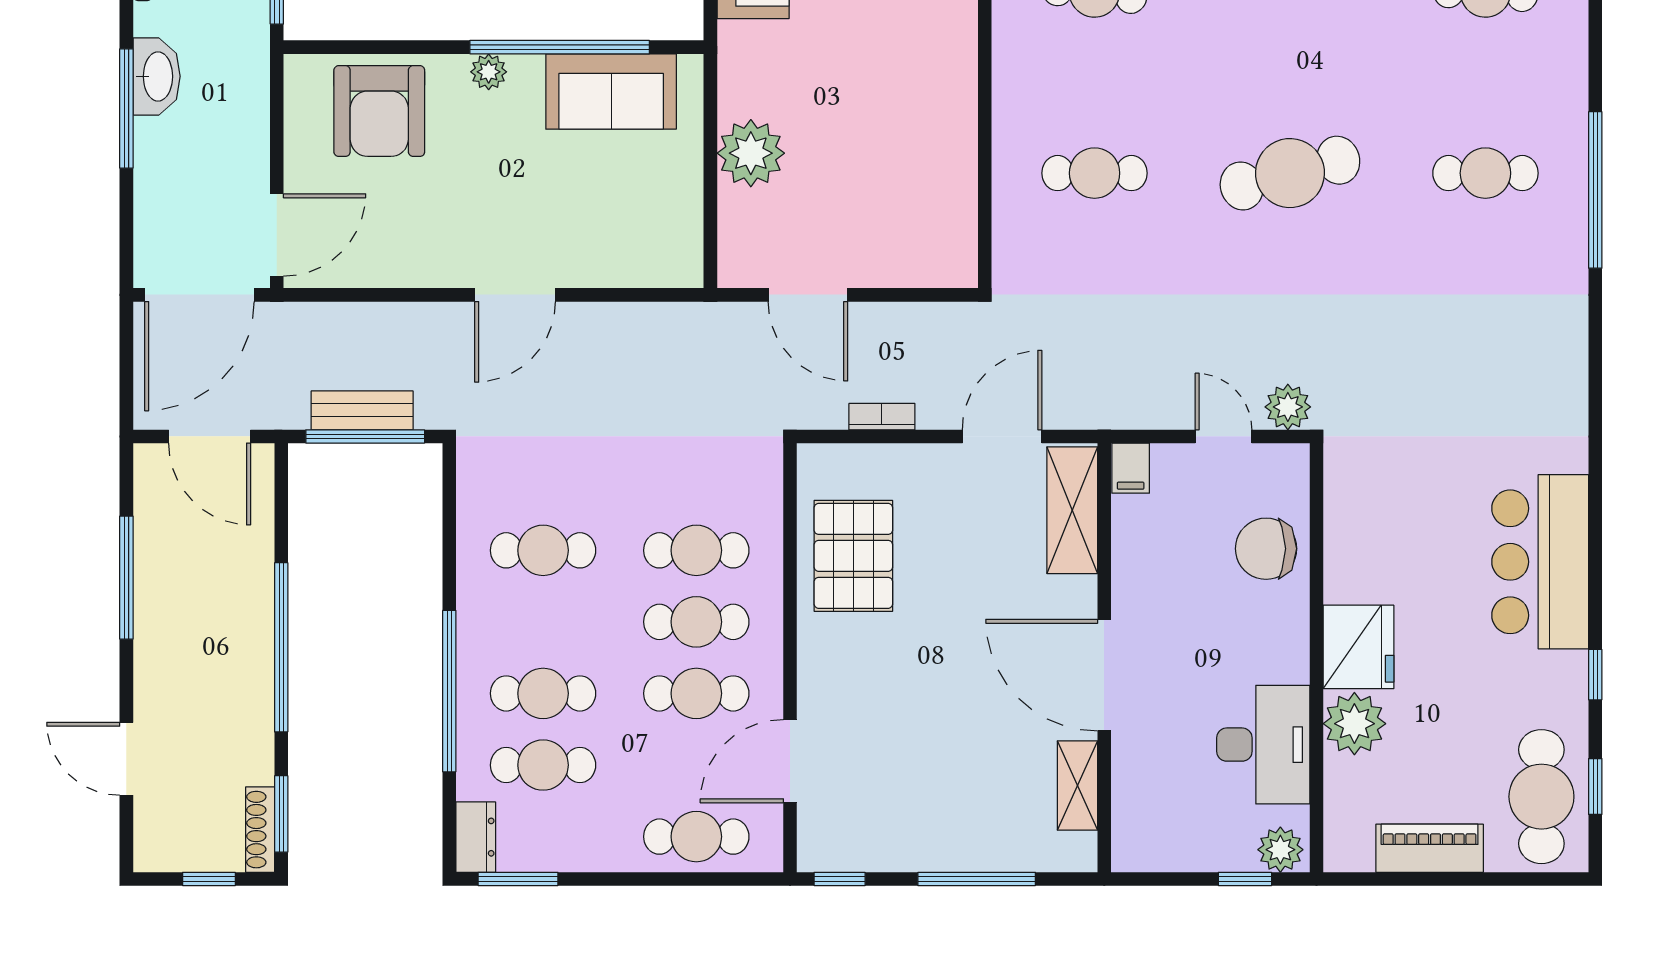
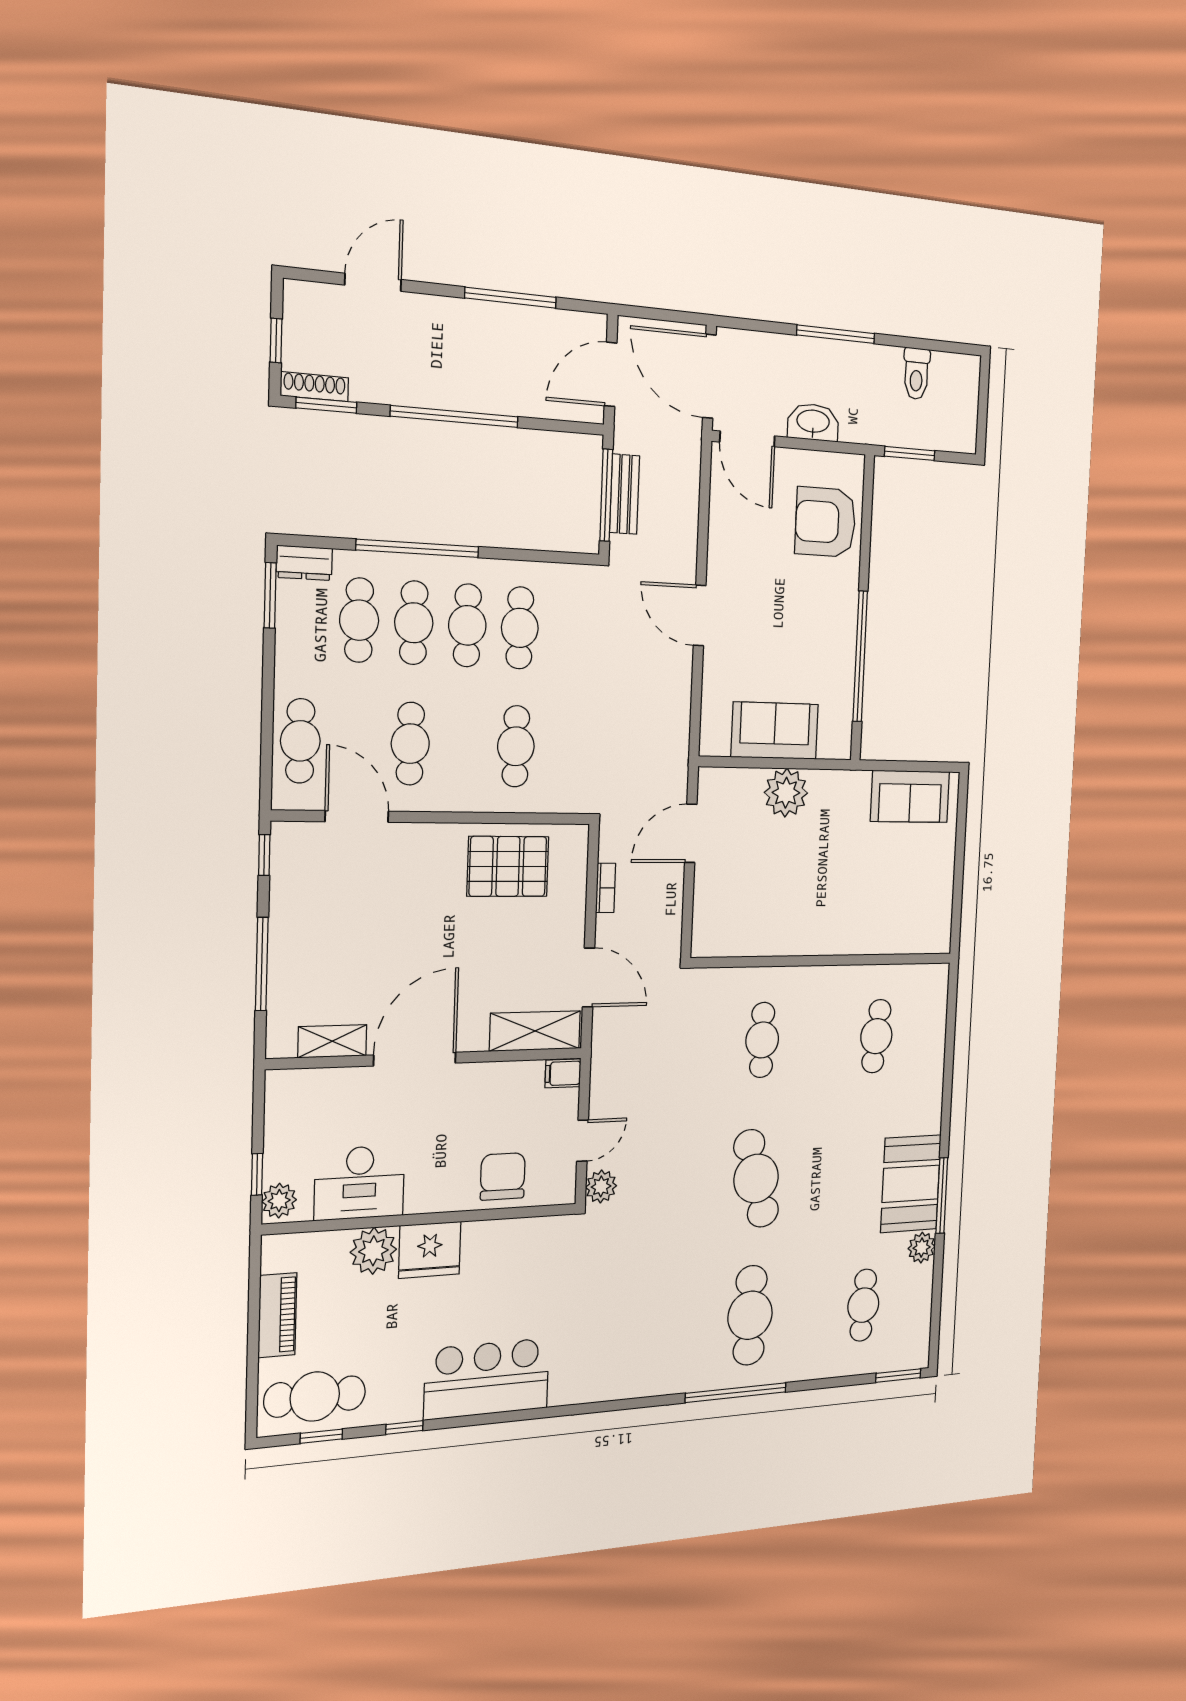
plant: (489, 72) -> (847, 604), removed
washbasin: (157, 76) -> (813, 422), moved, turned 180
sofa: (611, 91) -> (775, 731), moved, turned 90
cafe table: (1485, 173) -> (750, 1315), width x1.37, depth x1.35
cafe table: (696, 622) -> (467, 625), moved

